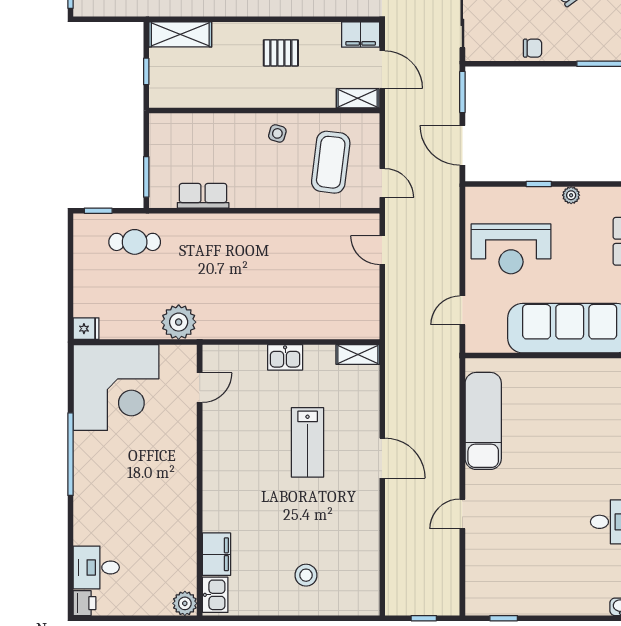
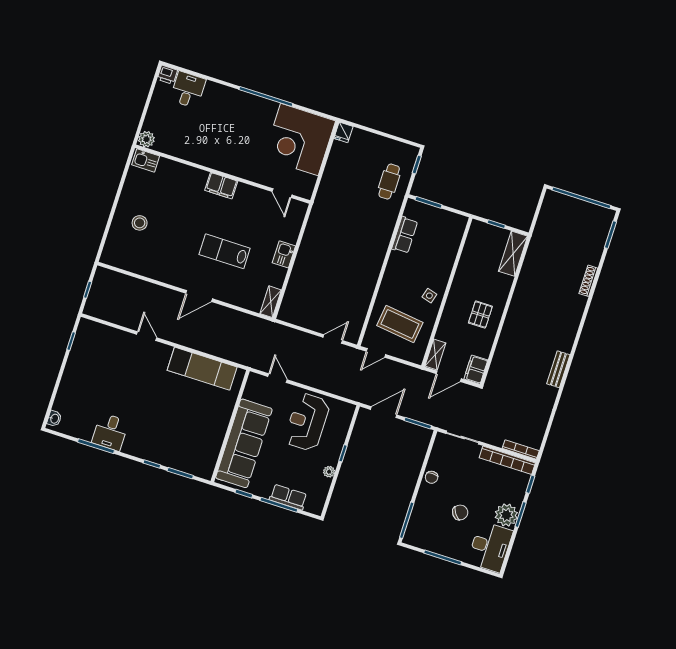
plant: (179, 322) -> (329, 193), removed
filing cabinet: (216, 554) -> (221, 186), moved

